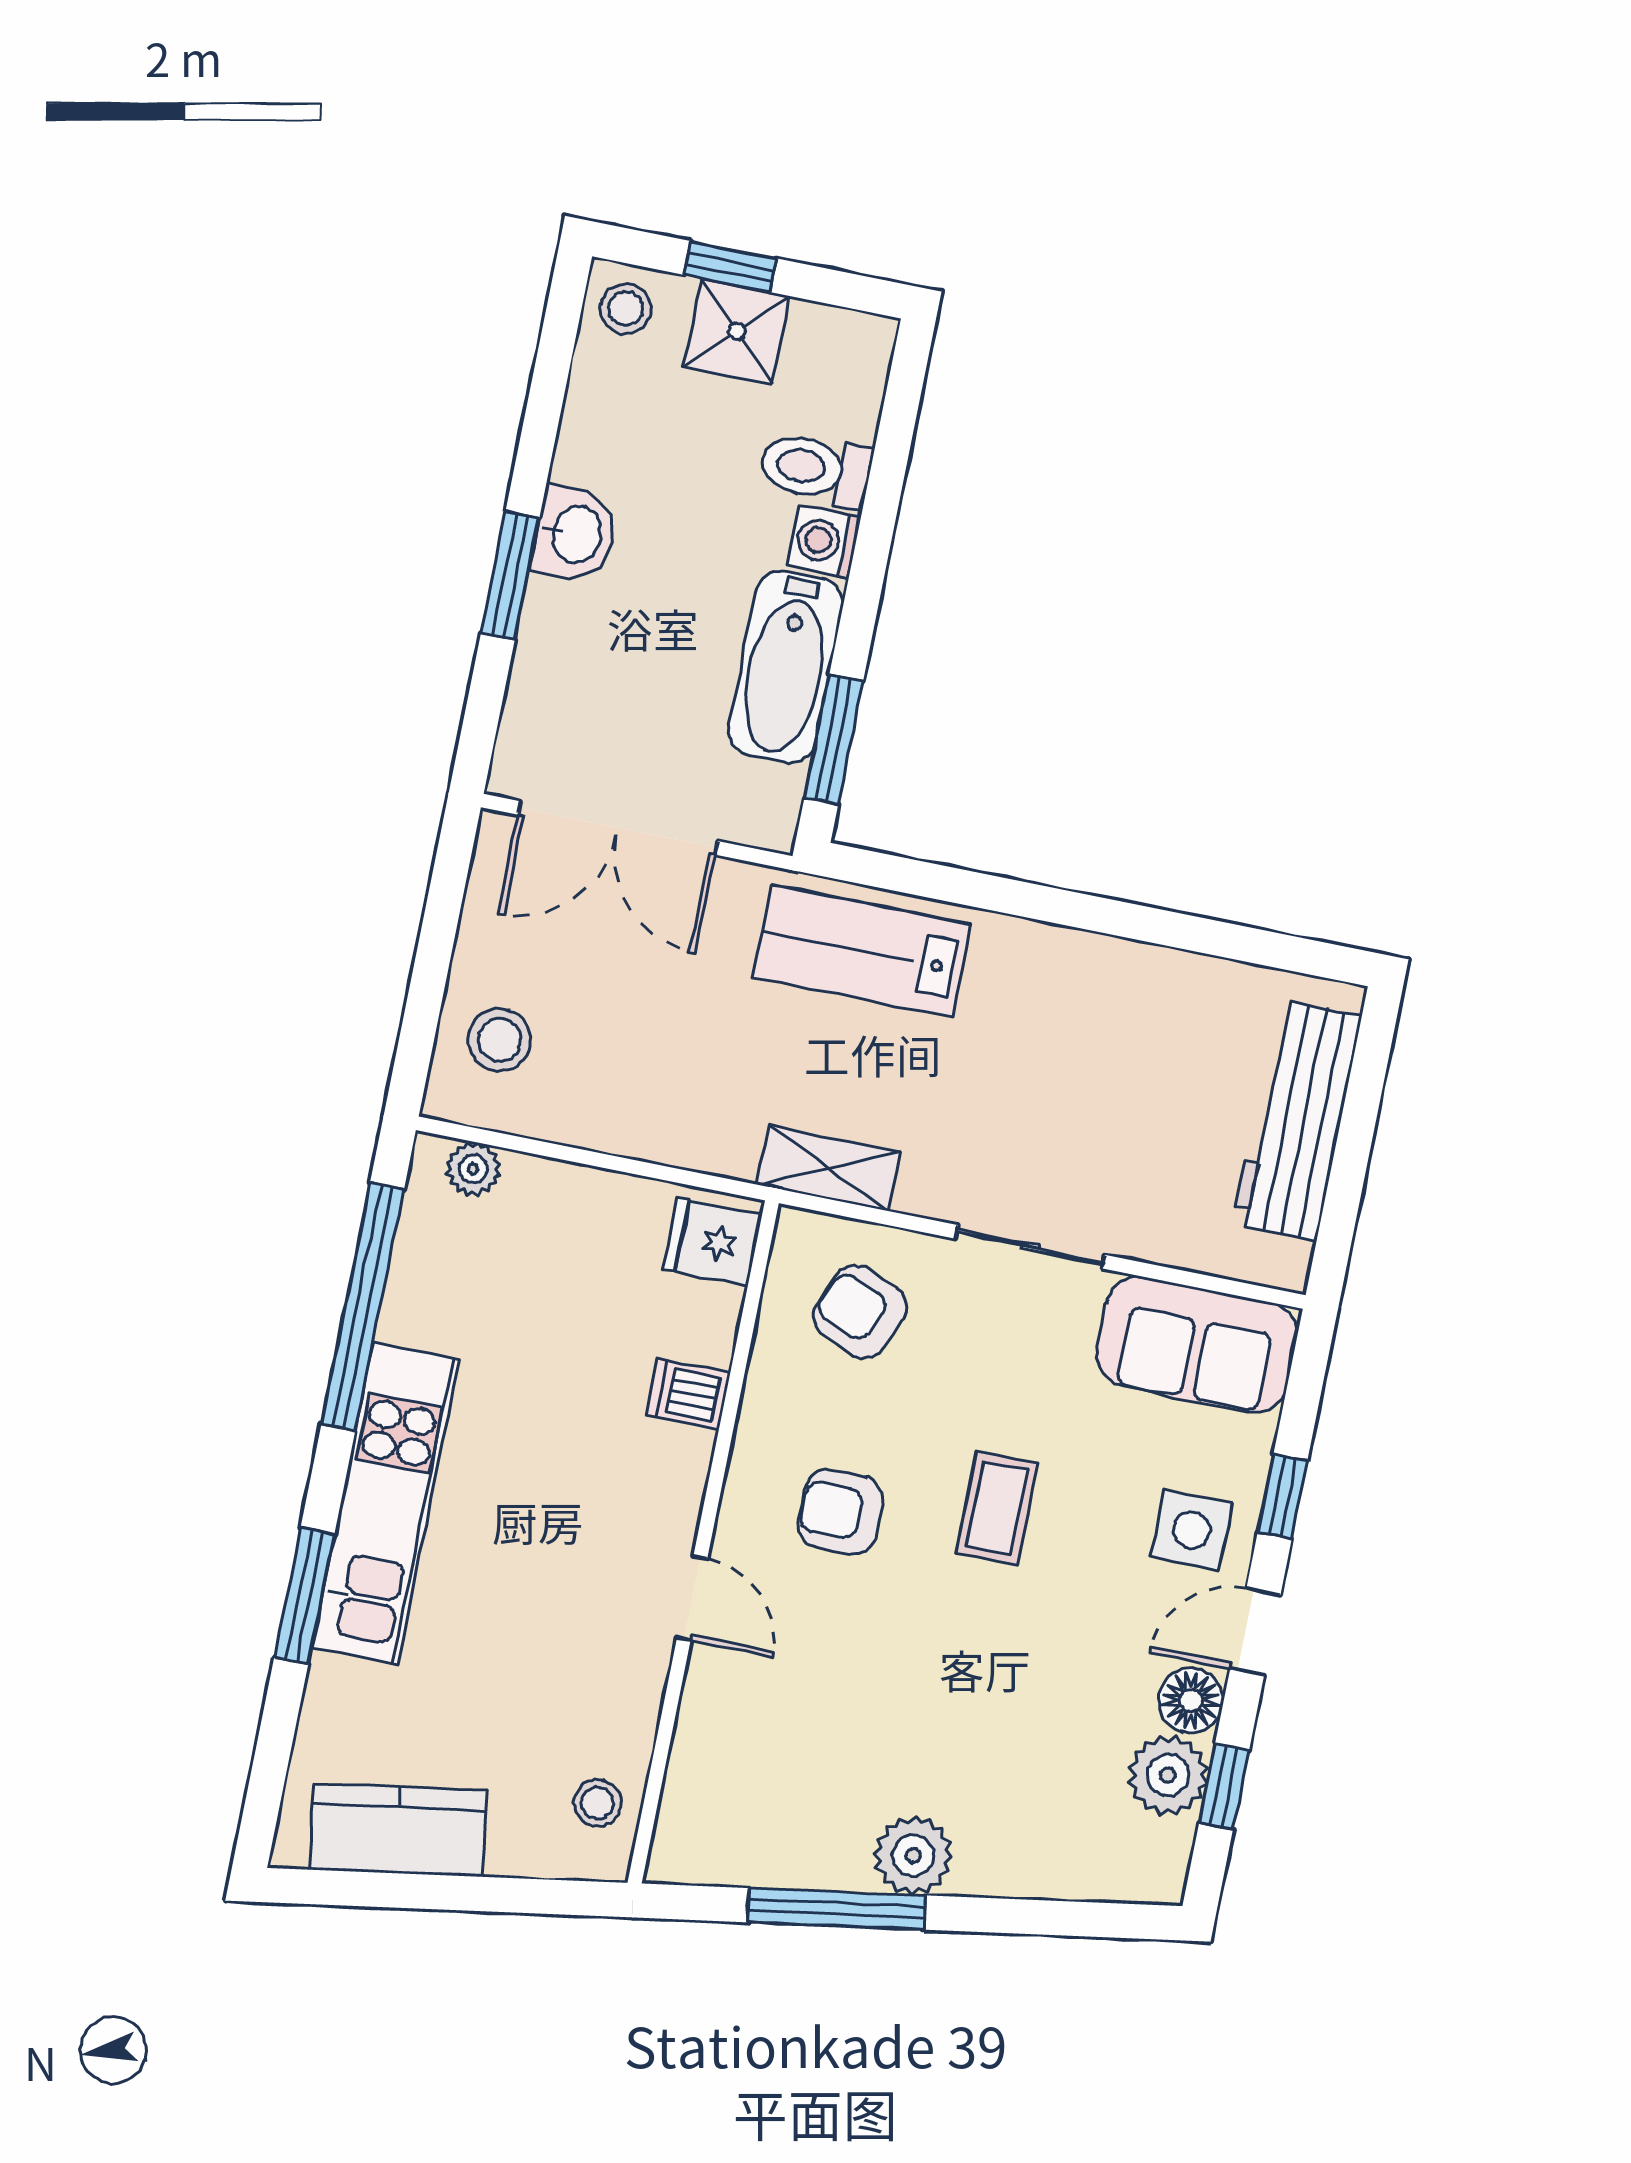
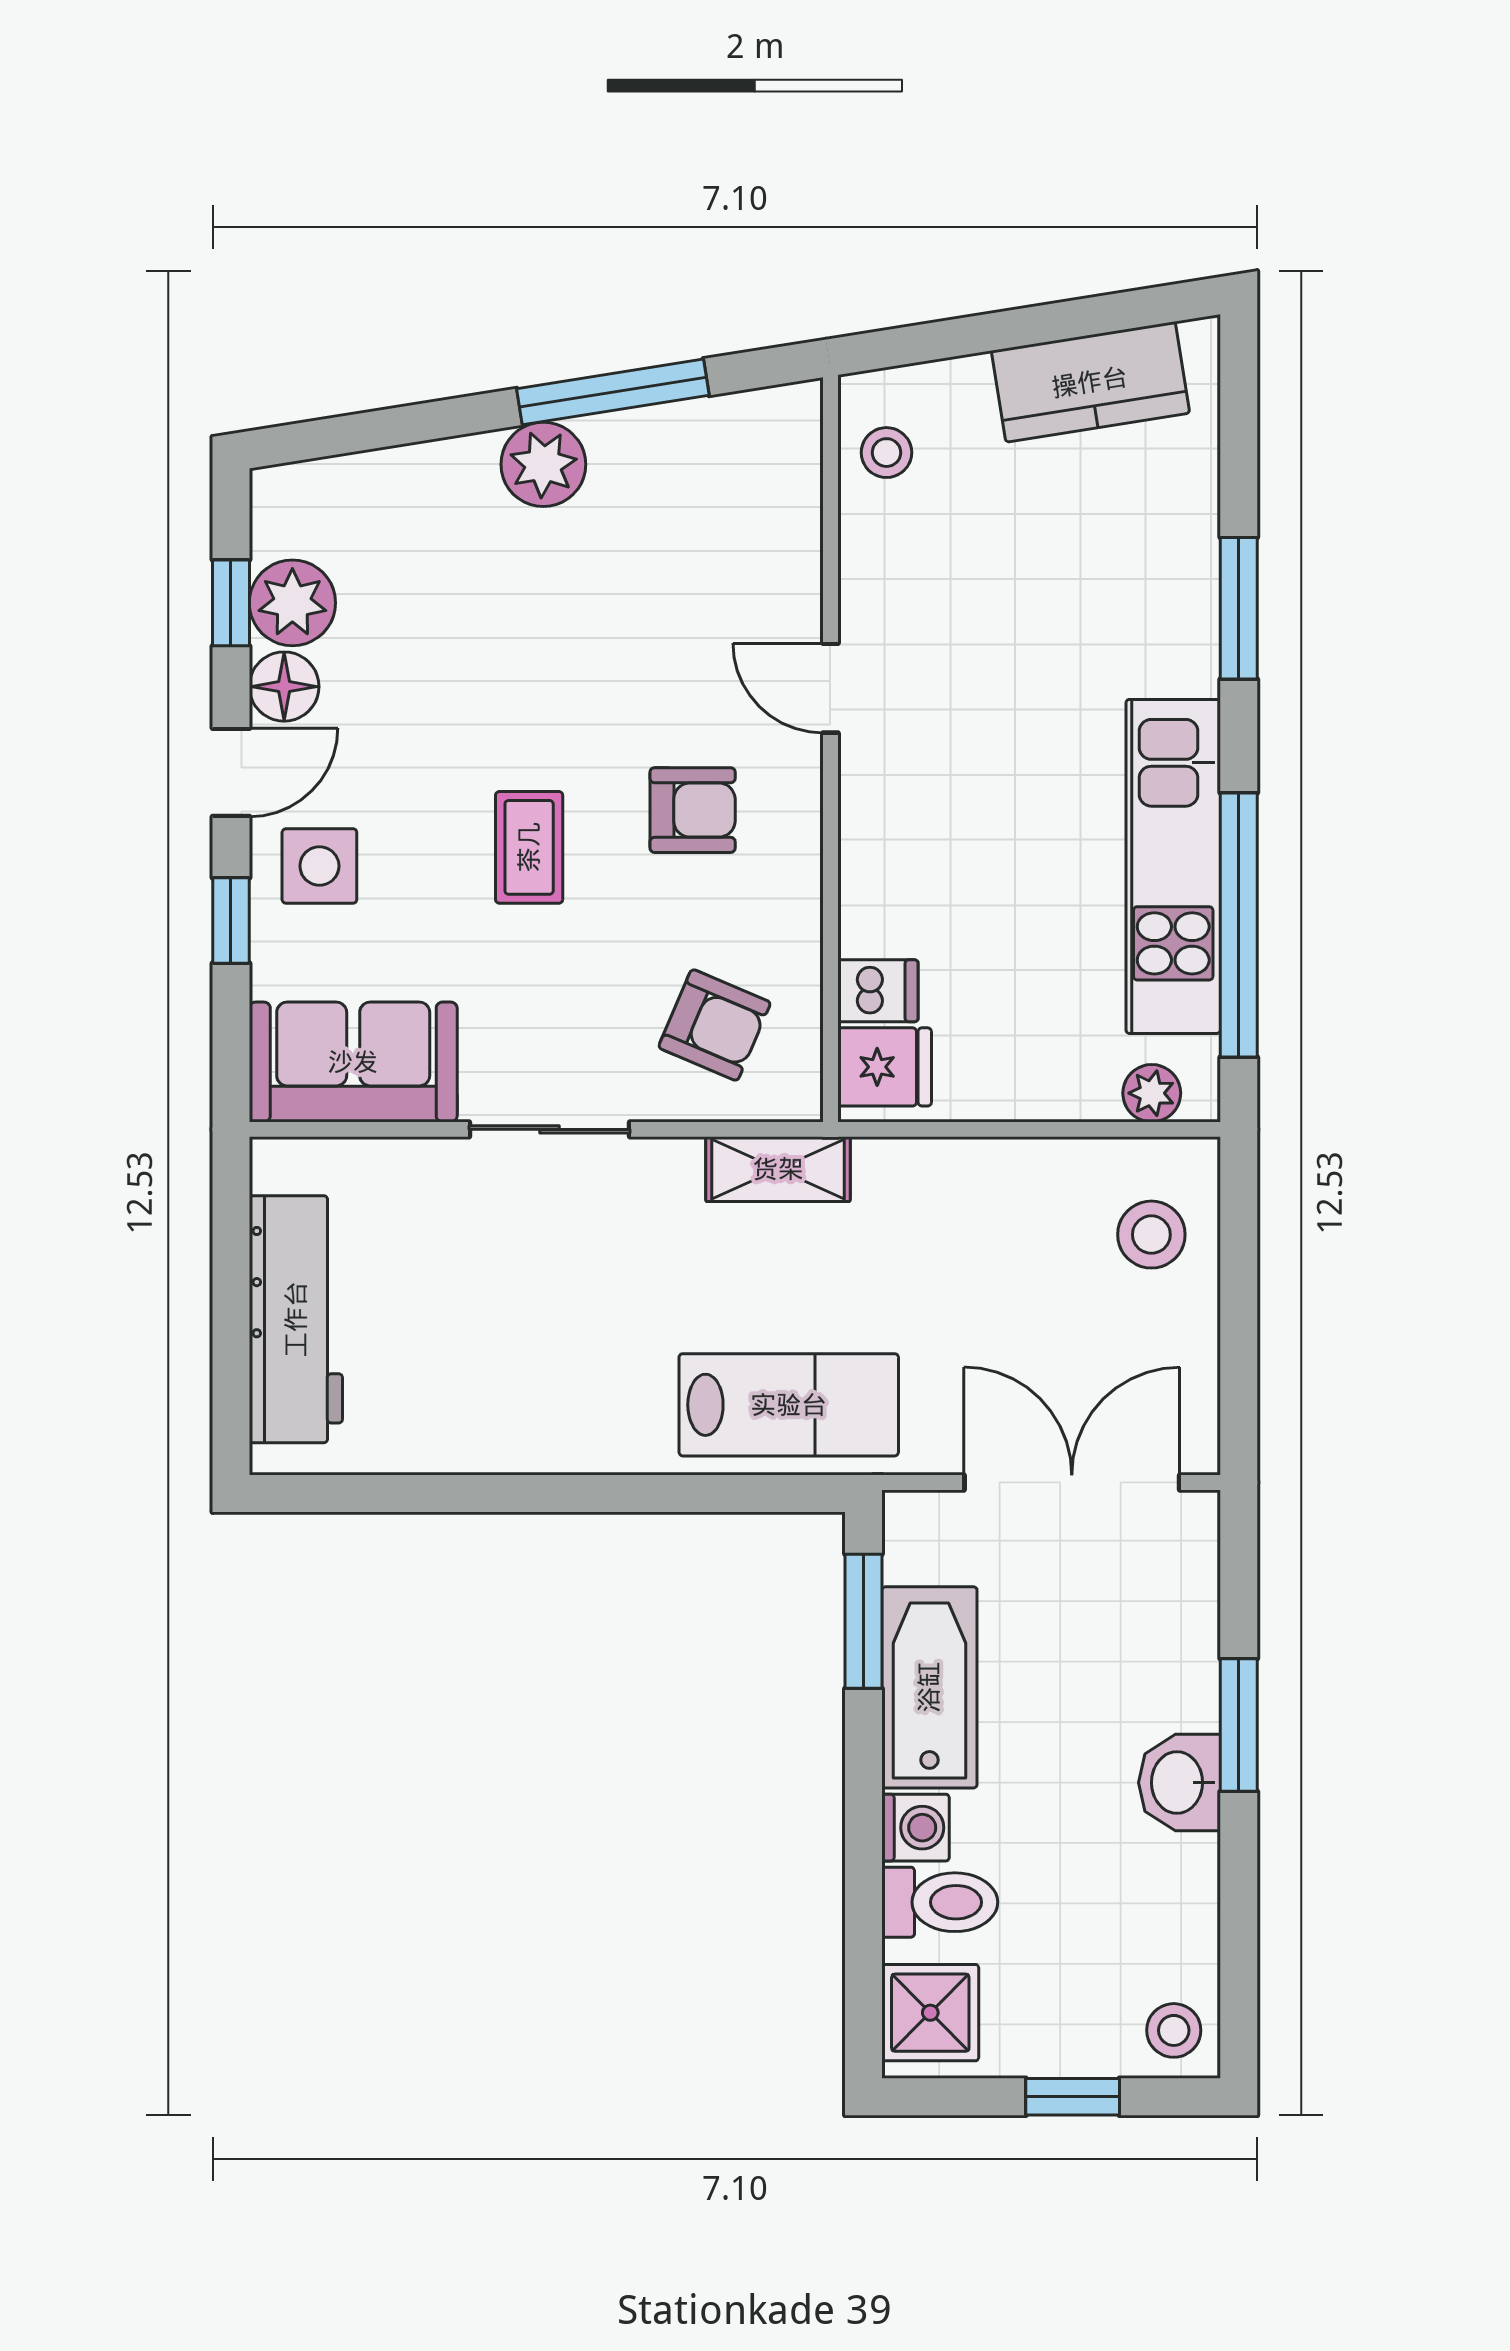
shower: (737, 331) -> (930, 2013), moved
dishwasher: (688, 1394) -> (878, 991), moved
kitchen unit: (385, 1504) -> (1173, 866), moved

